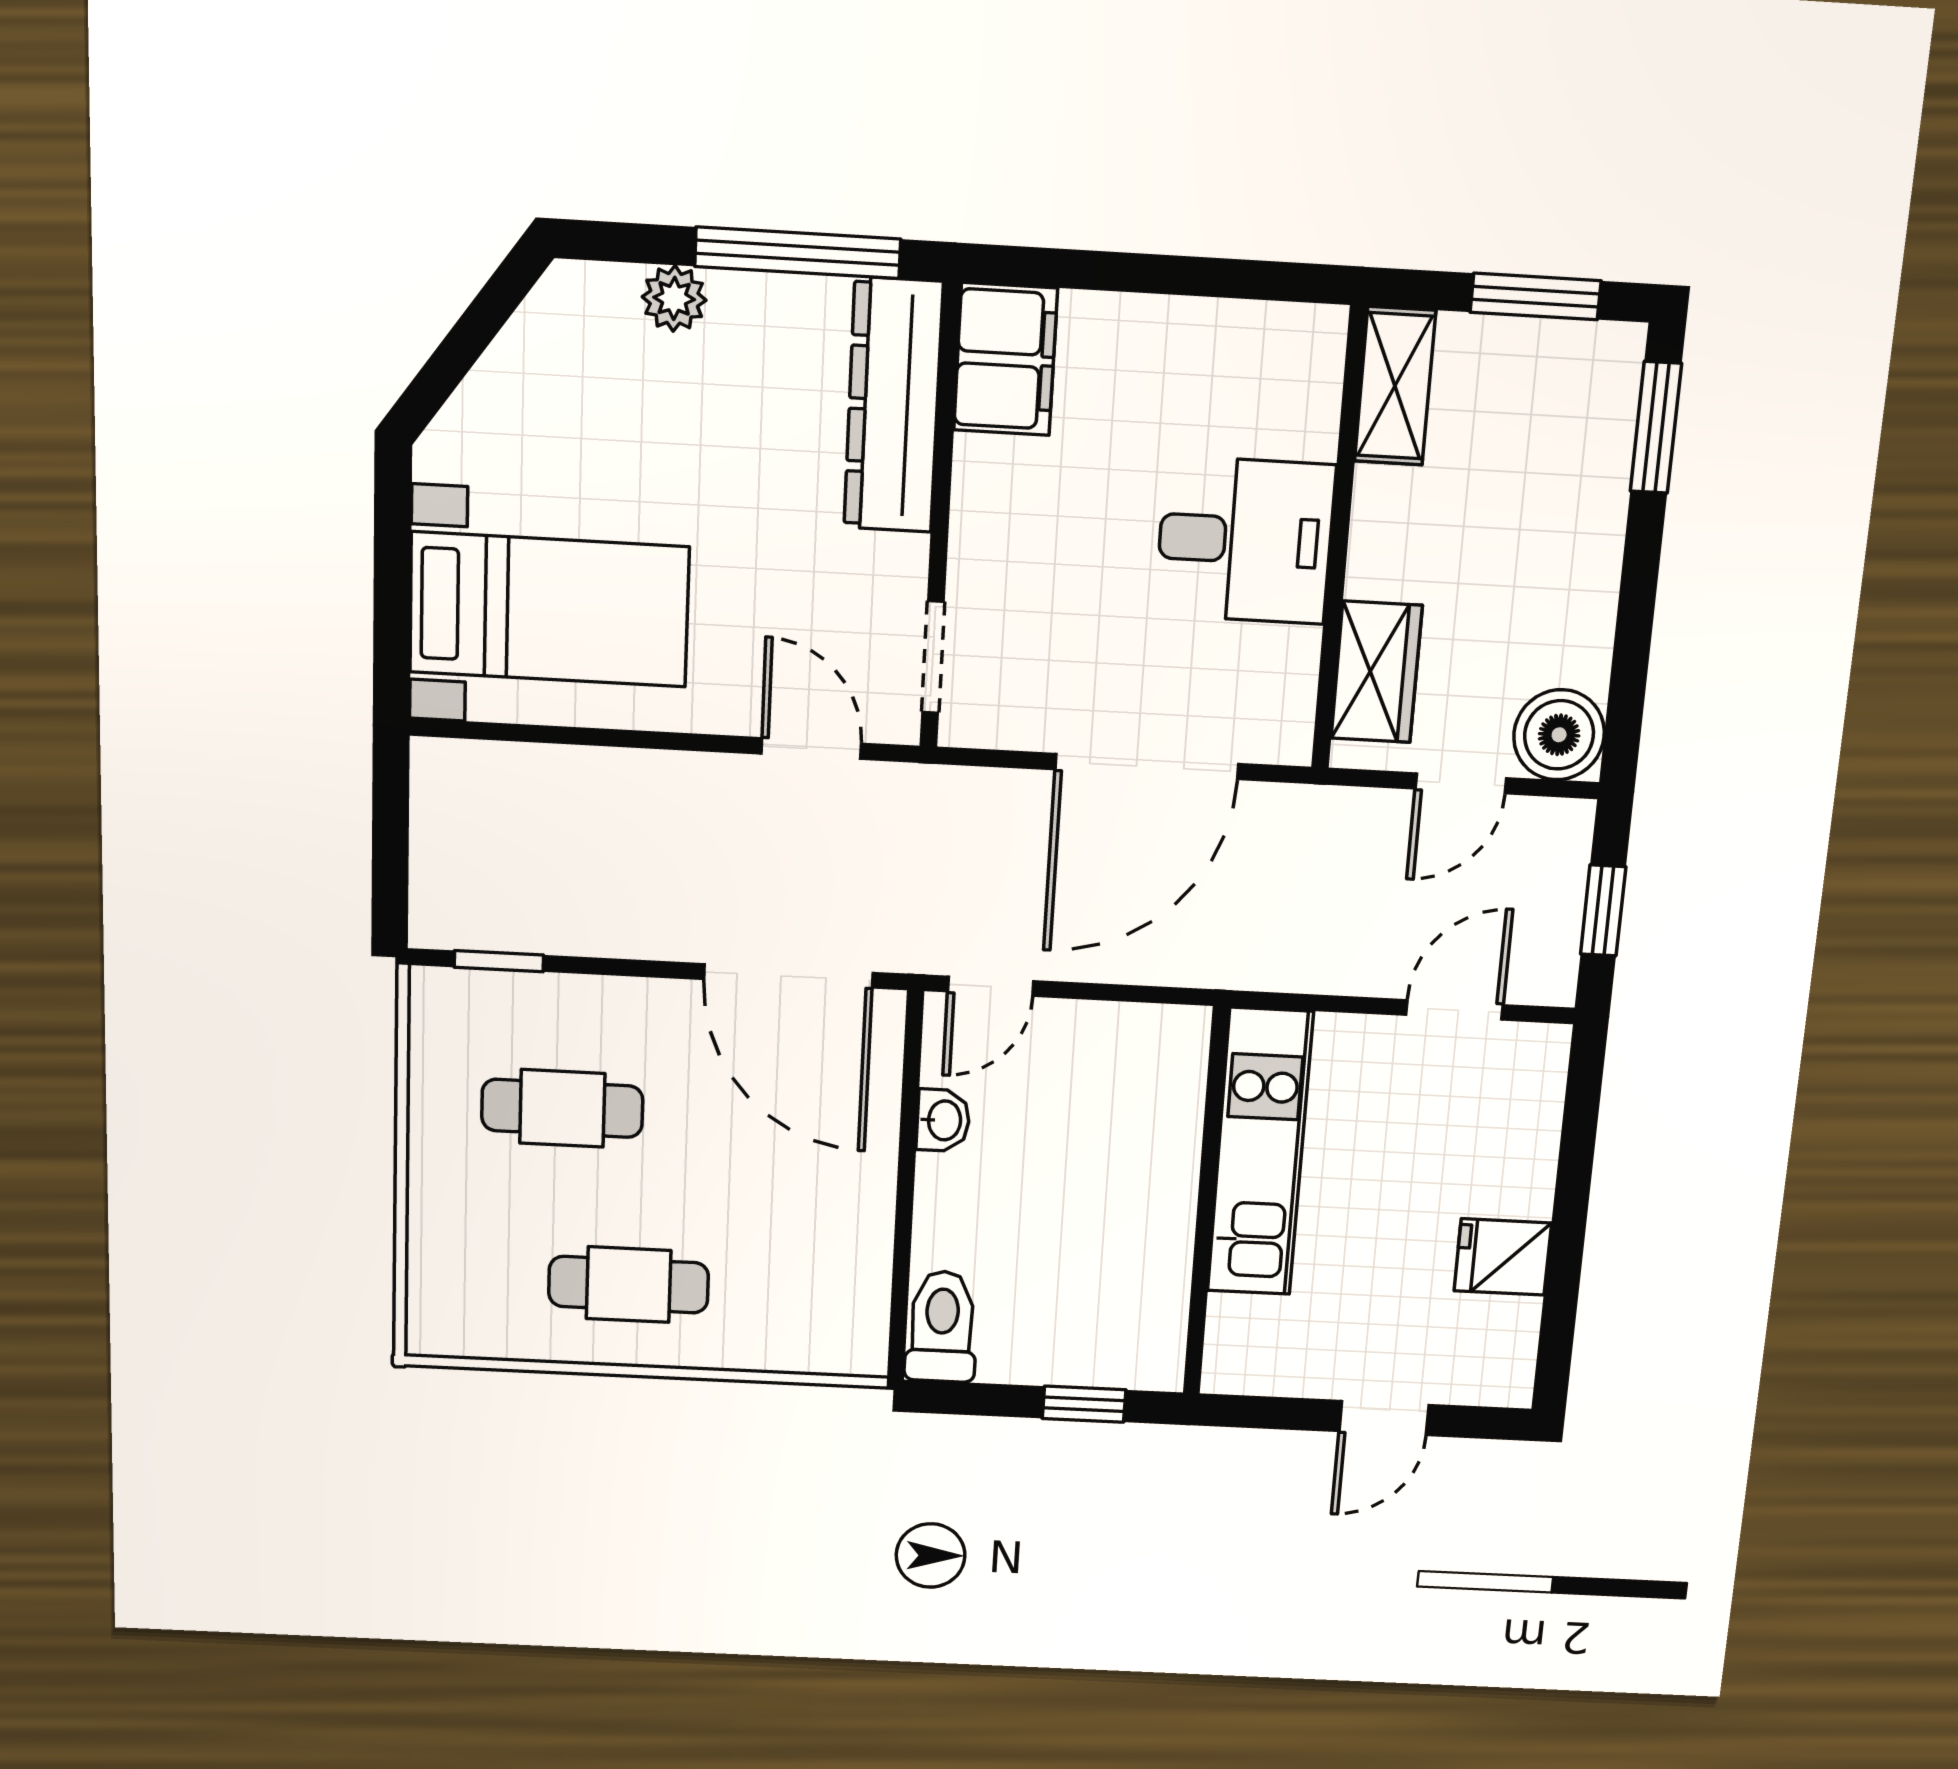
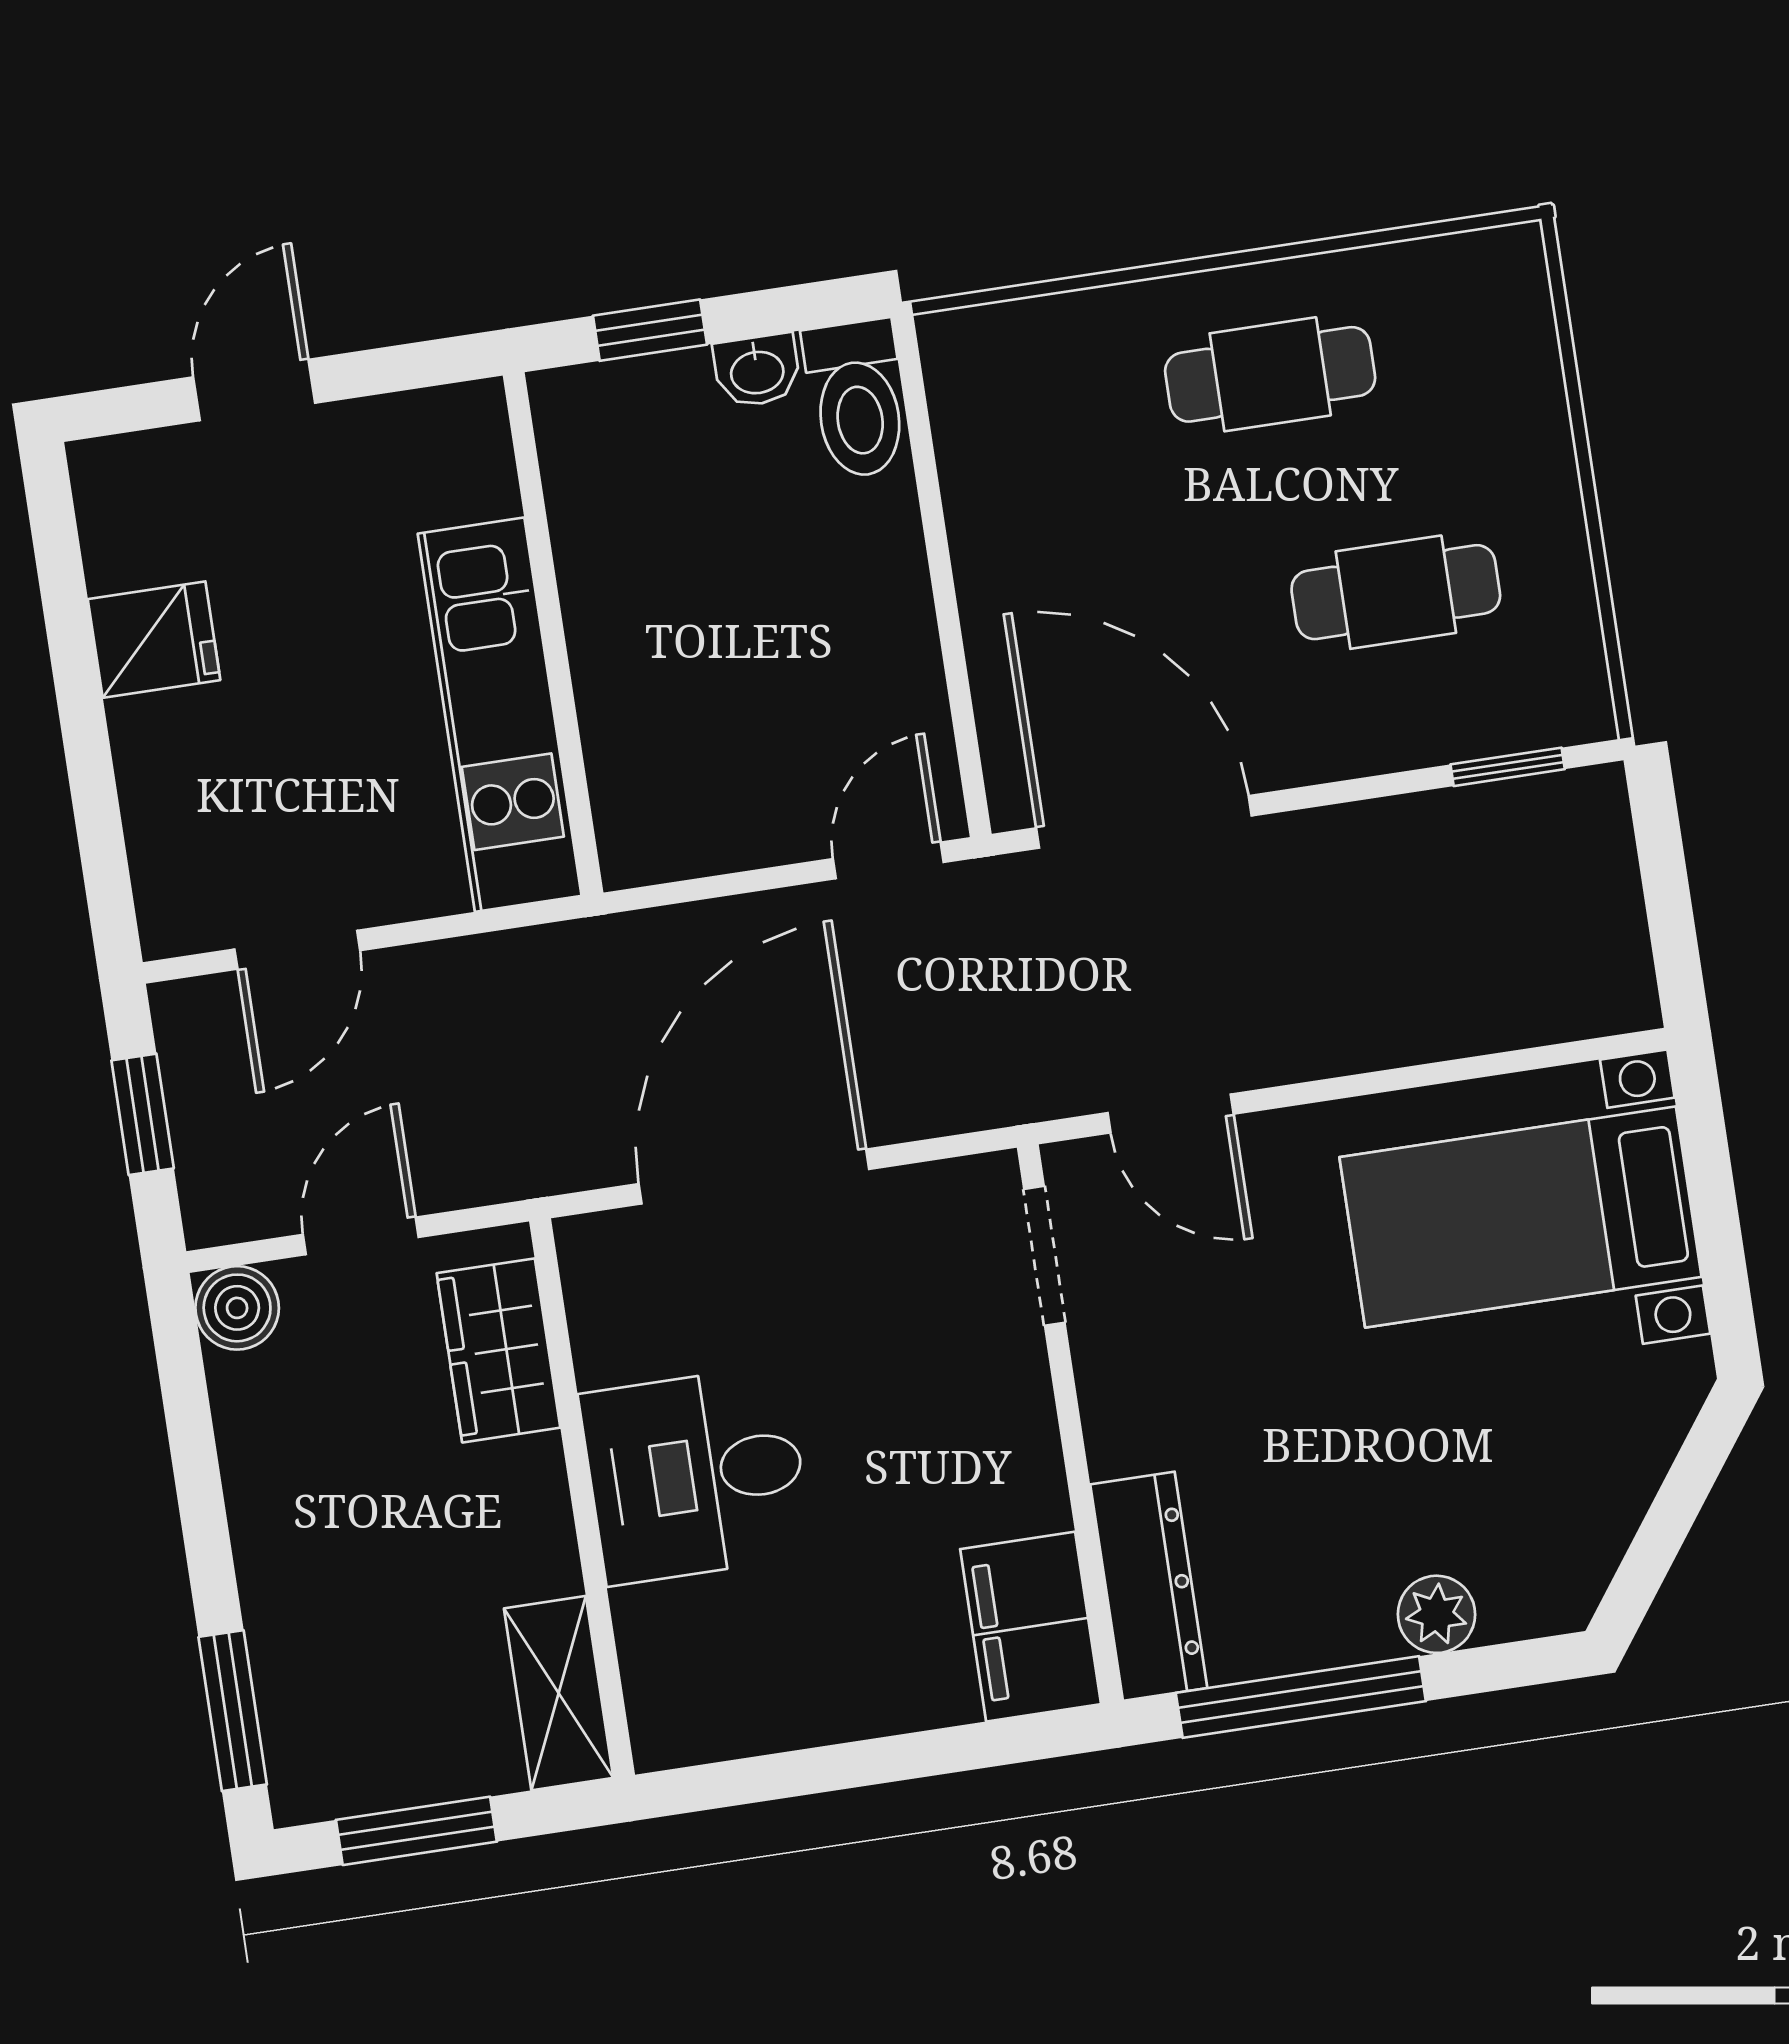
dresser: (893, 405) -> (1149, 1586), width x0.73, depth x0.80
boiler: (1559, 735) -> (237, 1308), width x0.73, depth x0.73
washbasin: (943, 1120) -> (757, 371), moved, turned -90

